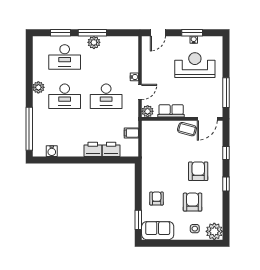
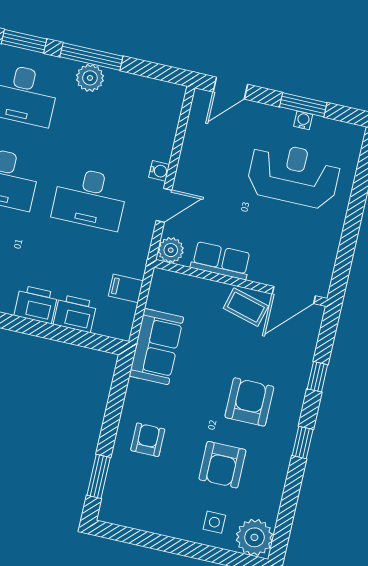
window: (226, 93) -> (347, 248), removed
armchair: (193, 202) -> (222, 465), turned 180
sofa: (158, 231) -> (156, 347), moved, turned 90

